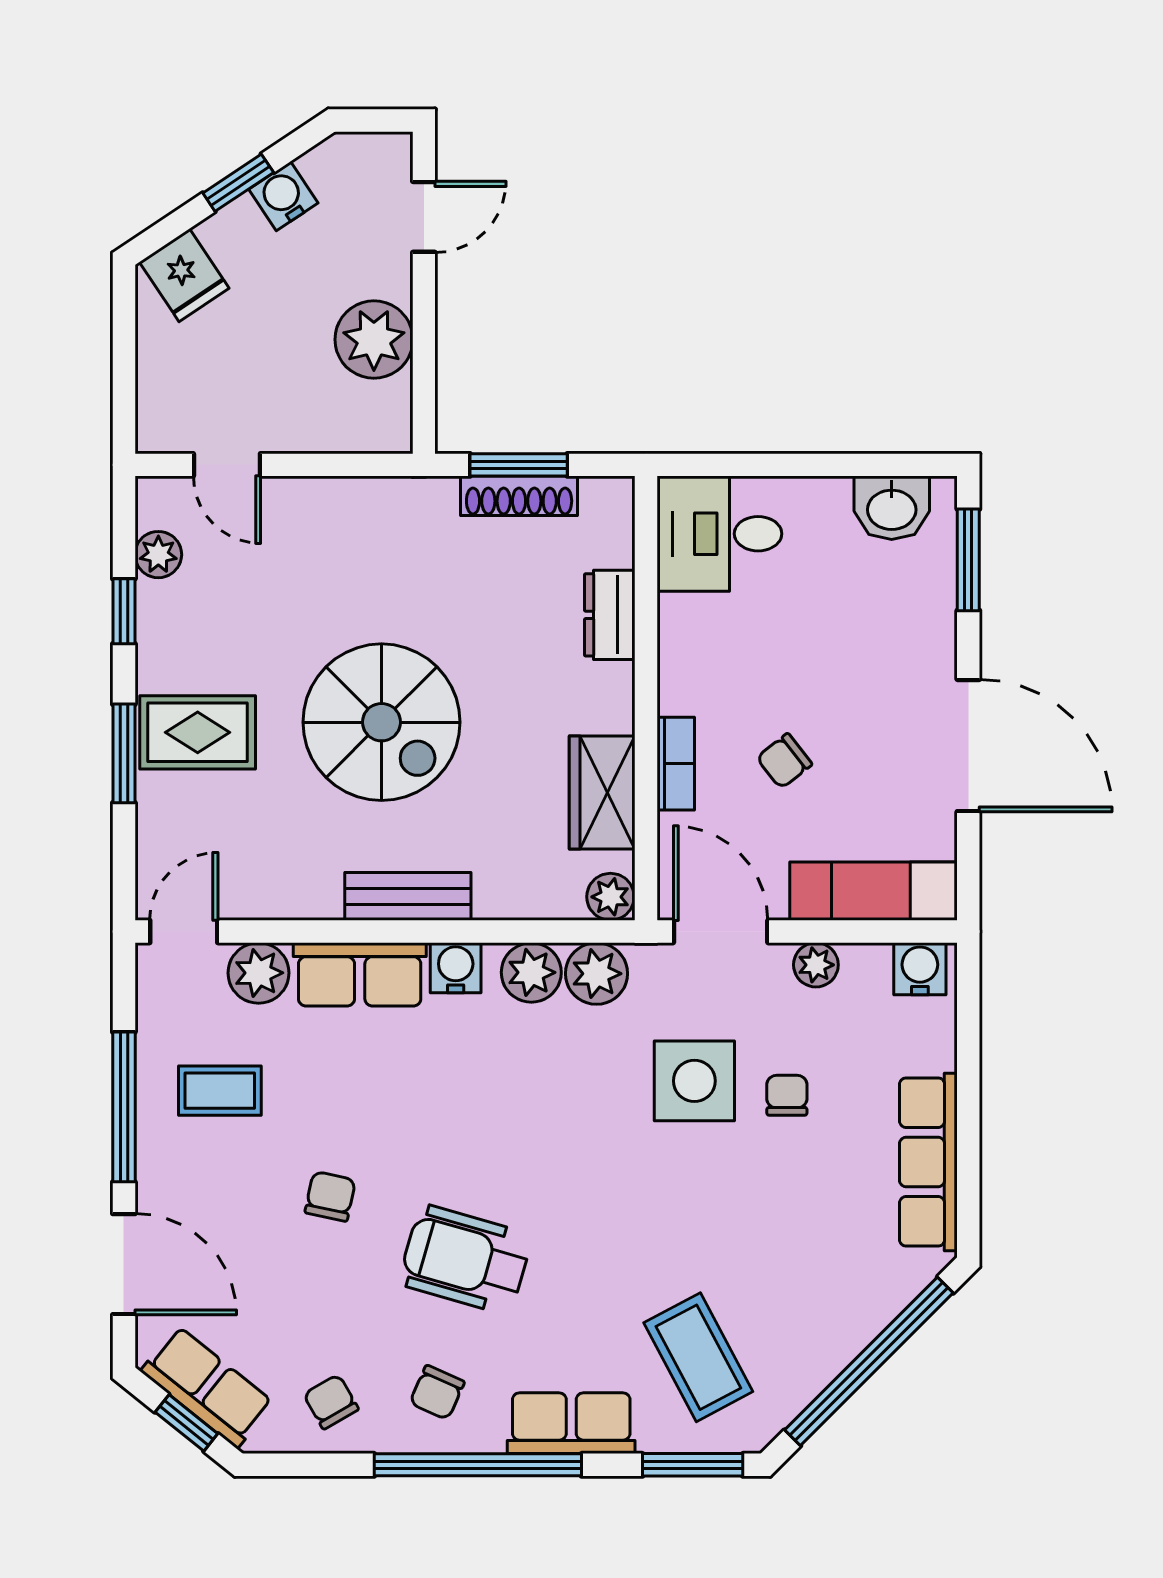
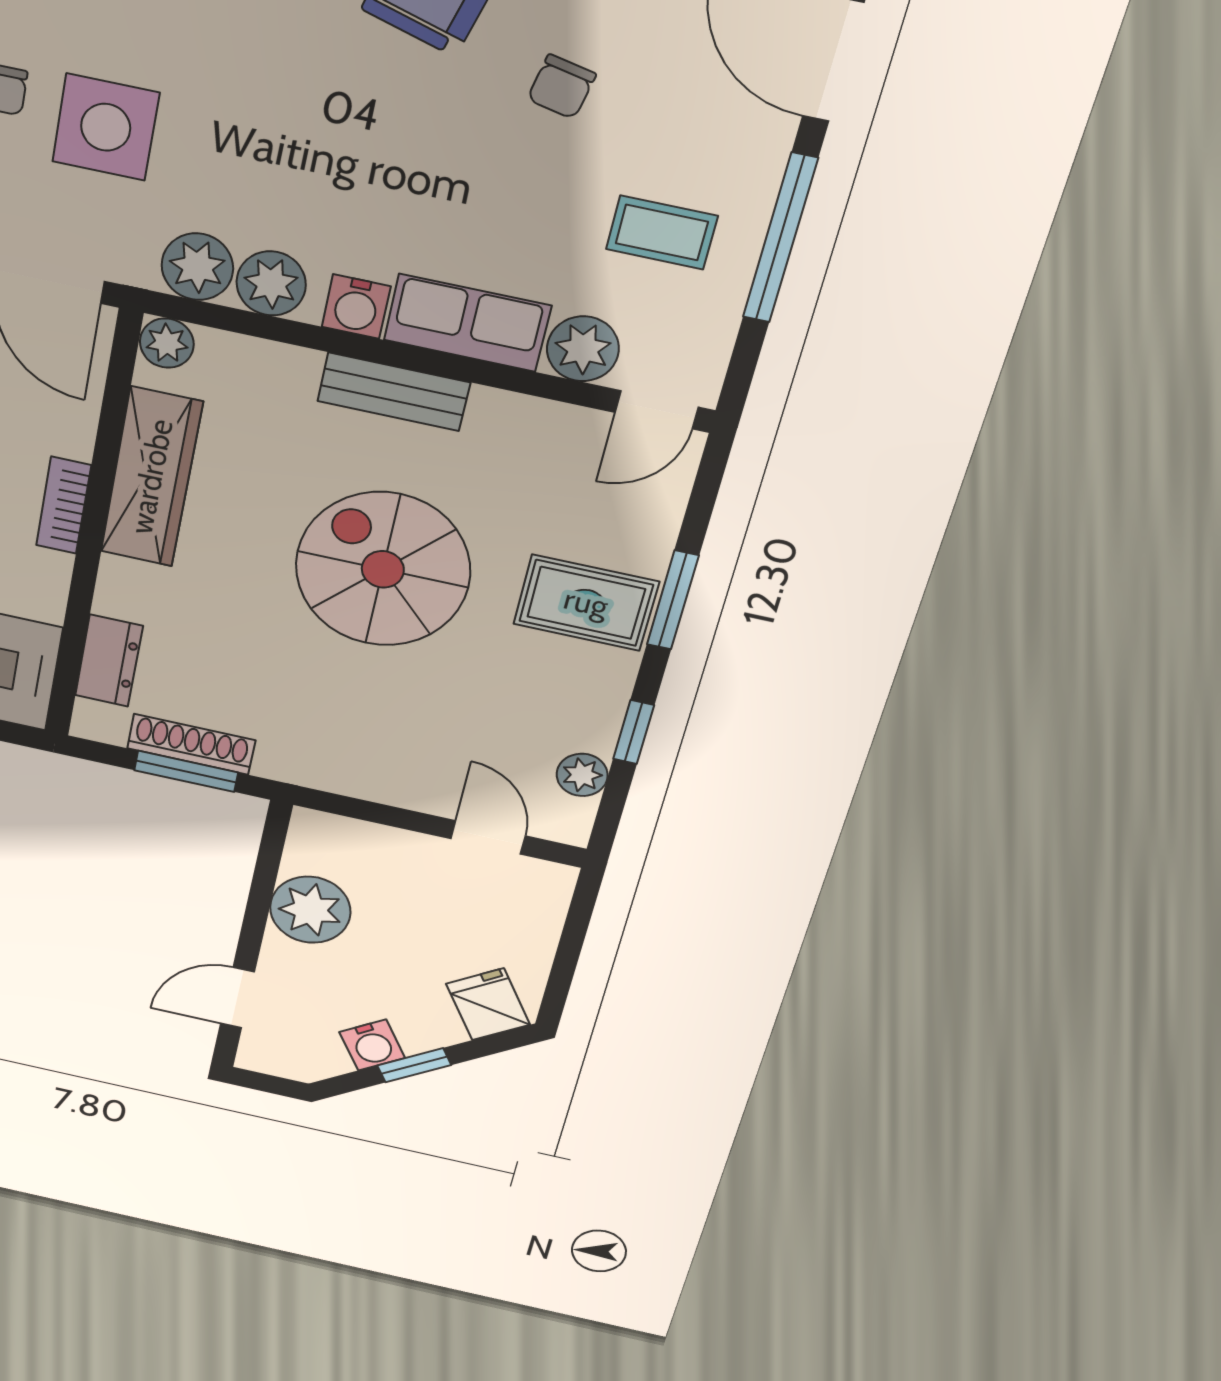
dresser: (610, 615) -> (109, 661), moved
bookcase: (676, 764) -> (64, 505), moved
wardrobe: (602, 793) -> (151, 477), width x1.50

